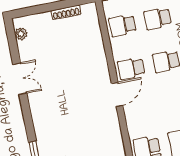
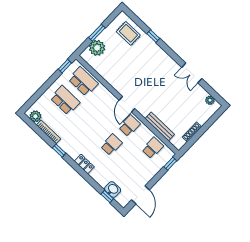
school desk: (158, 18) -> (135, 167), removed
bench: (98, 44) -> (160, 126), added

